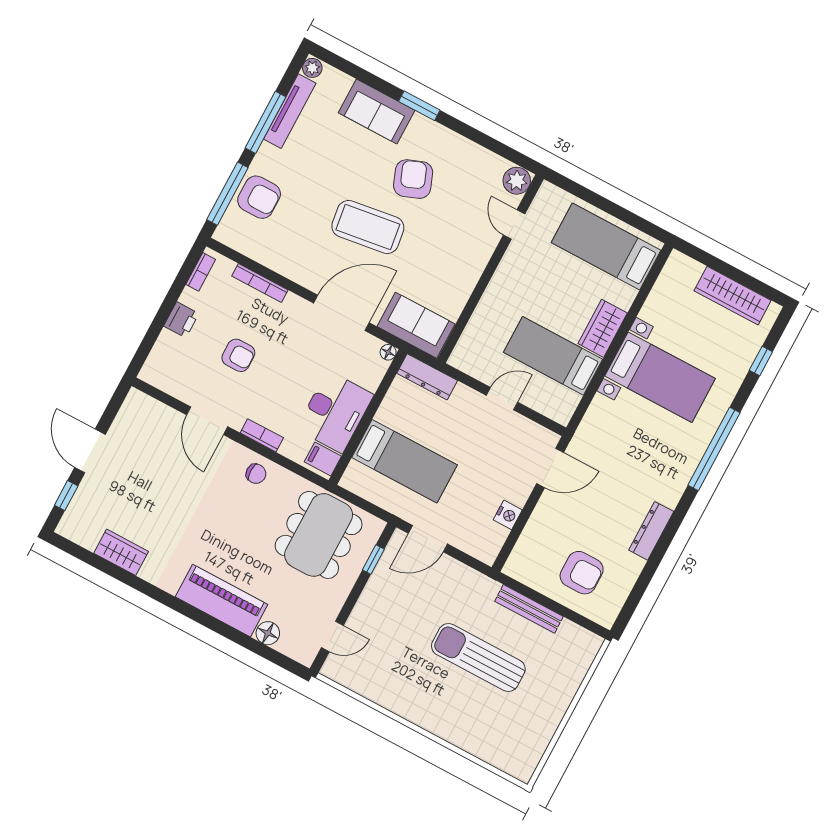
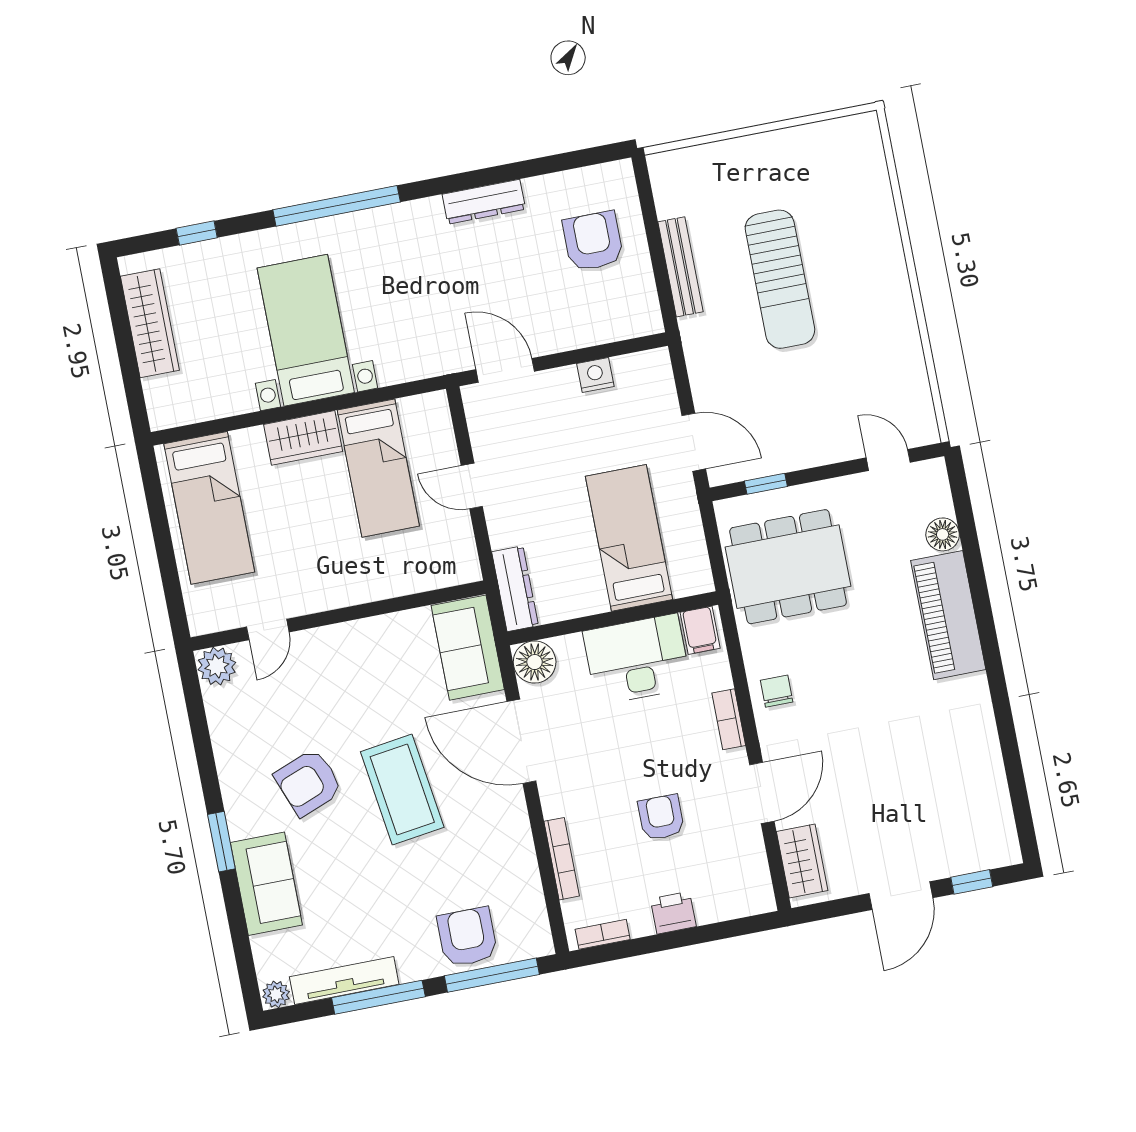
floor lamp: (388, 352) -> (535, 662), width x1.89, depth x1.89
wardrobe: (121, 552) -> (802, 861), moved, turned 180

